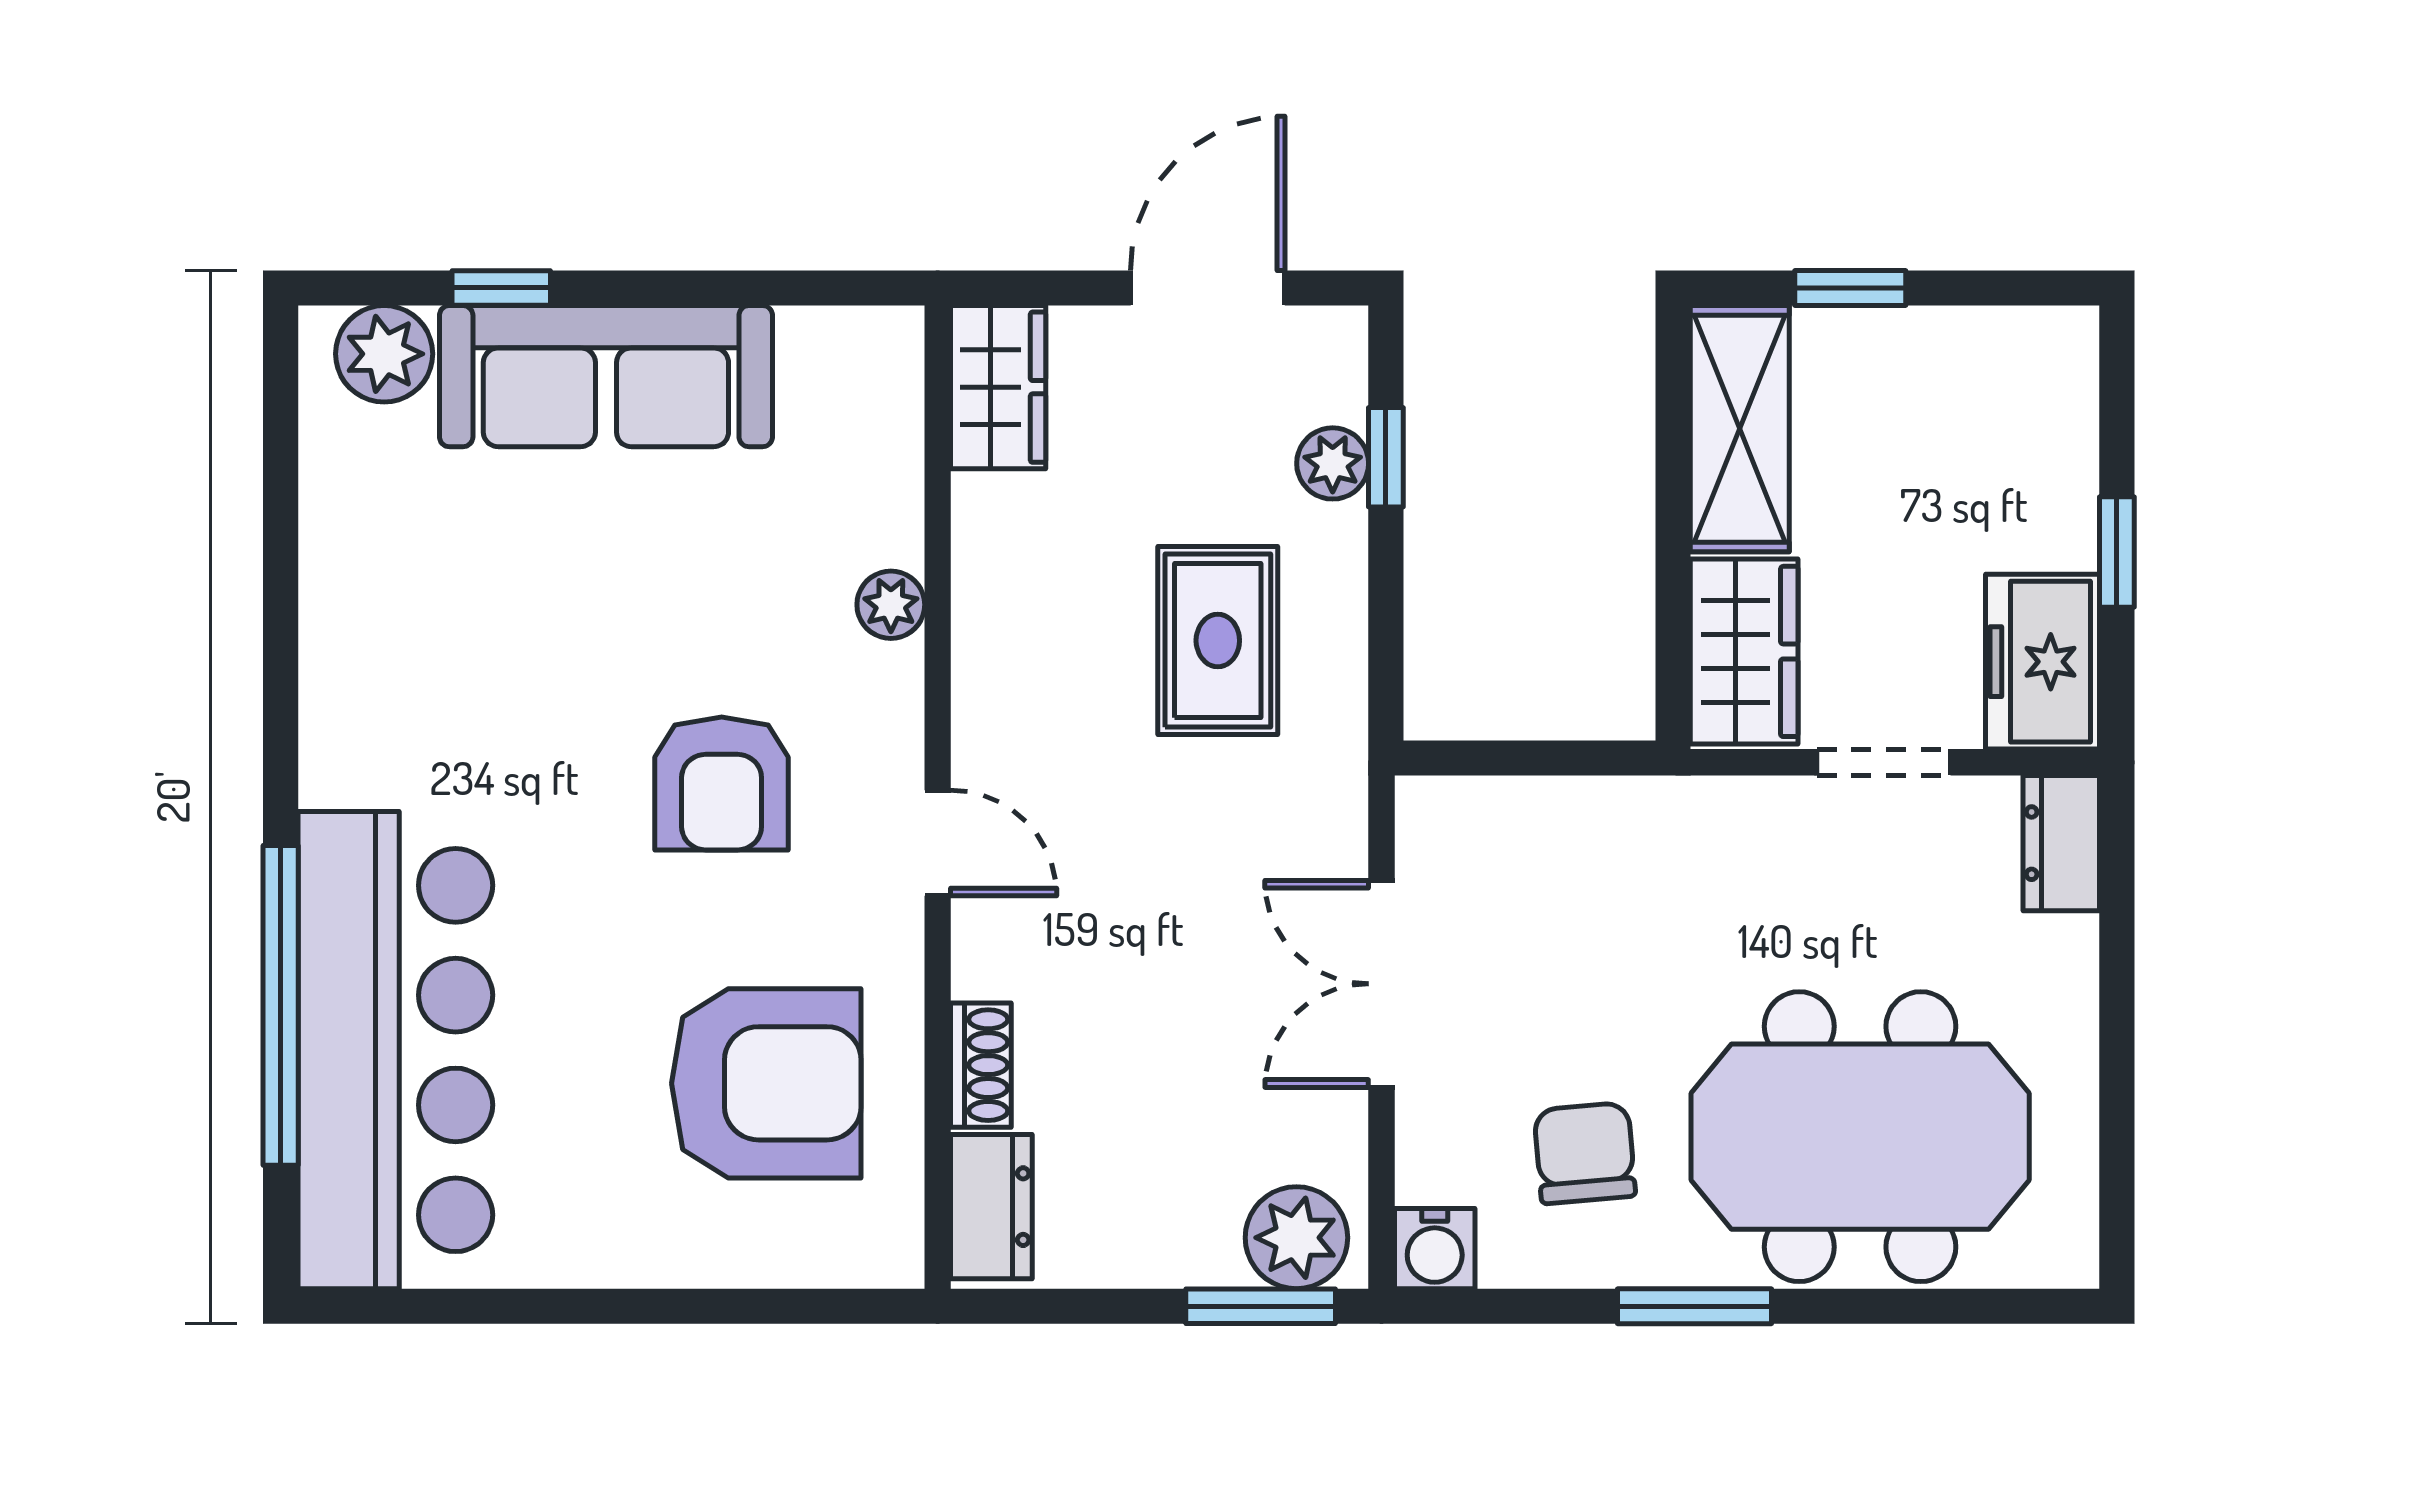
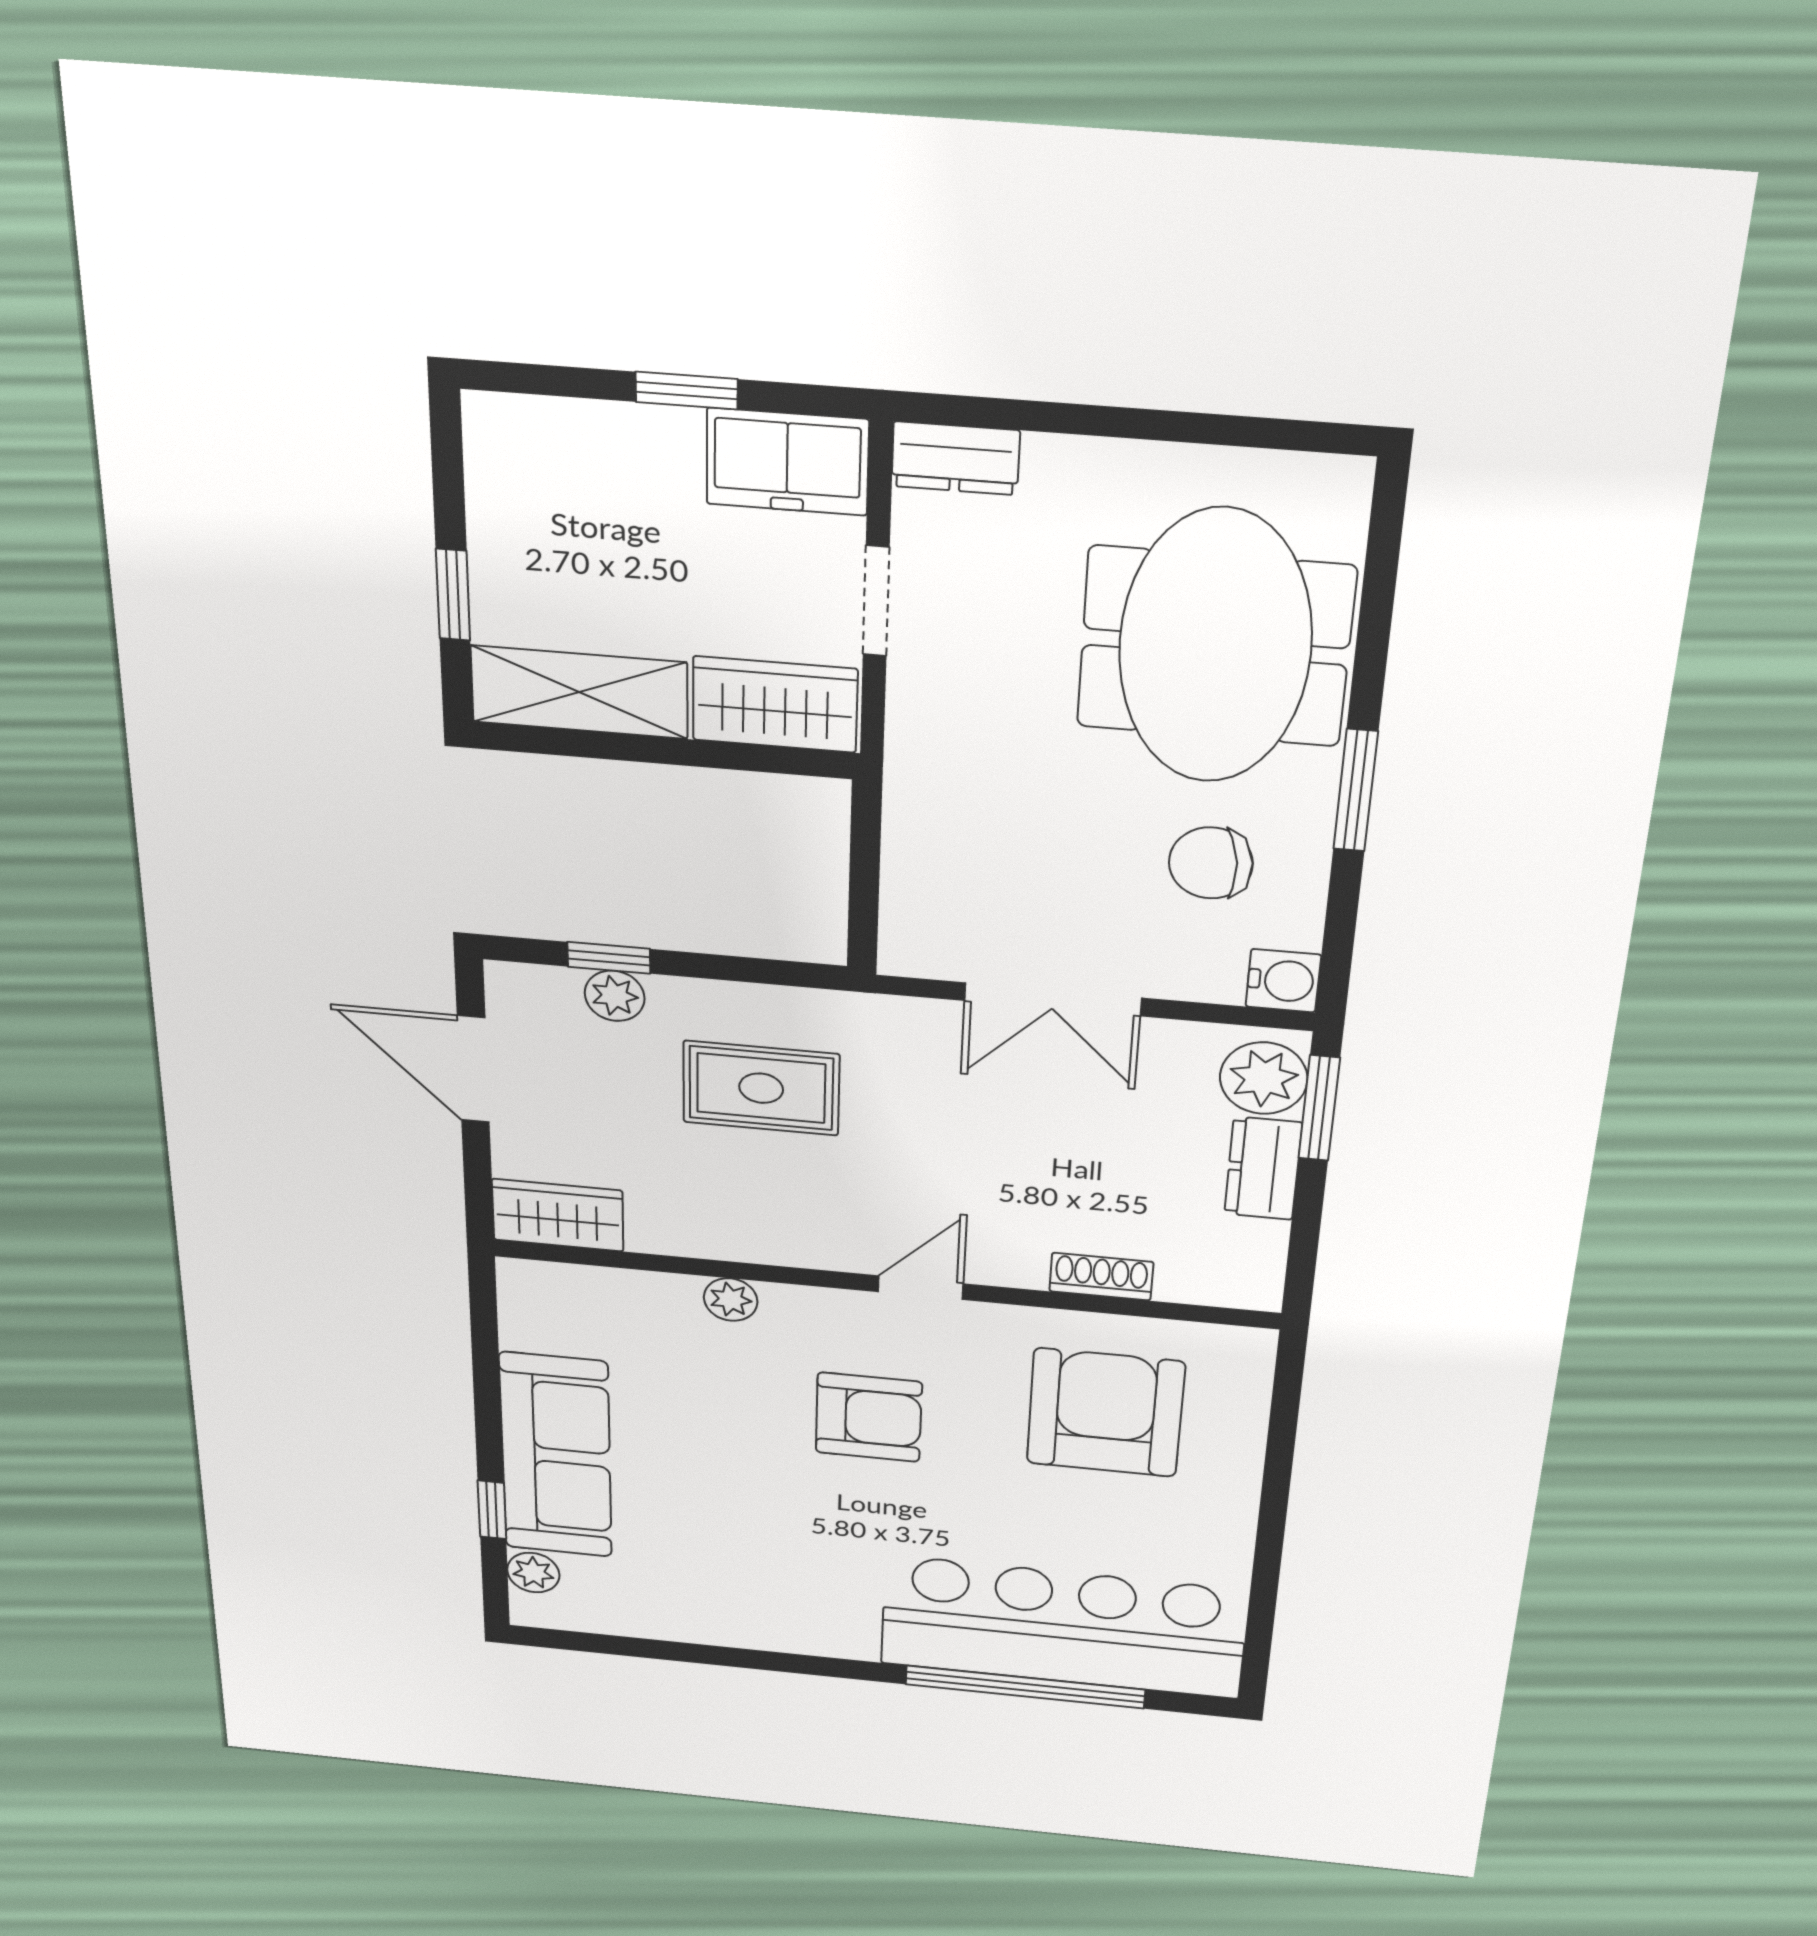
plant: (384, 354) -> (533, 1573), width x0.73, depth x0.73
dresser: (991, 1207) -> (1263, 1168), moved, turned -90

